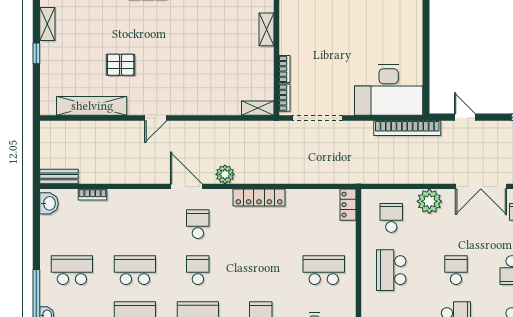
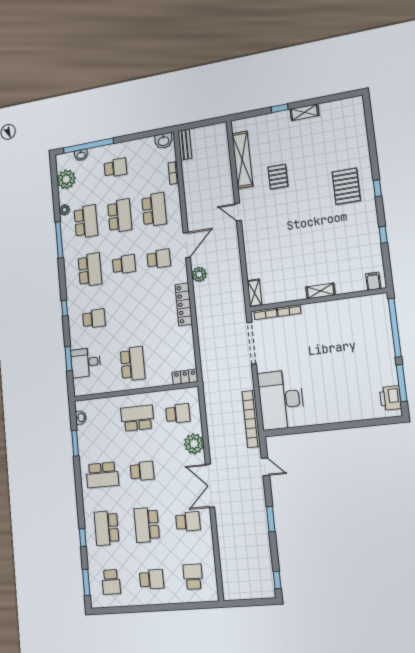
door: (465, 117) -> (265, 467), hinge flipped
school desk: (135, 224) -> (154, 210), added
school desk: (72, 270) -> (115, 168), width x0.54

